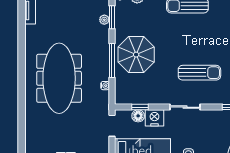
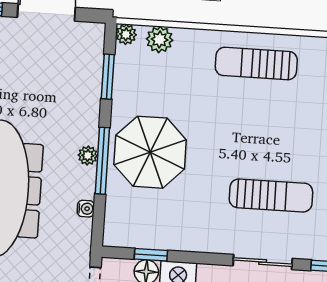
plant: (104, 20) -> (88, 156), moved
sliding door: (185, 107) -> (263, 262), moved

